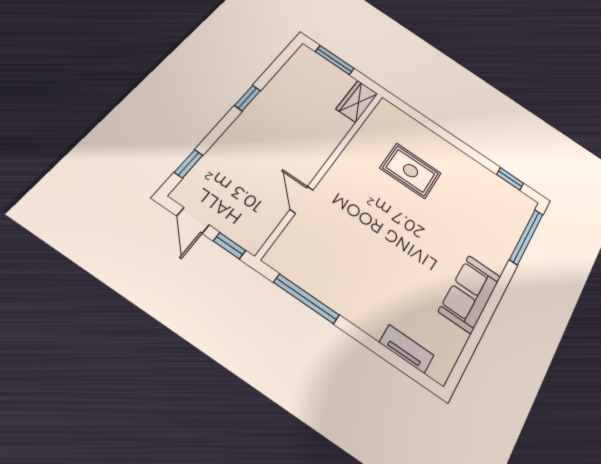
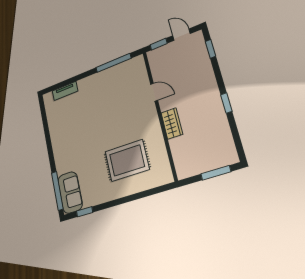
wardrobe: (357, 101) -> (172, 123), moved
rug: (411, 171) -> (127, 161), width x1.36, depth x1.43
sofa: (470, 294) -> (70, 193), moved

